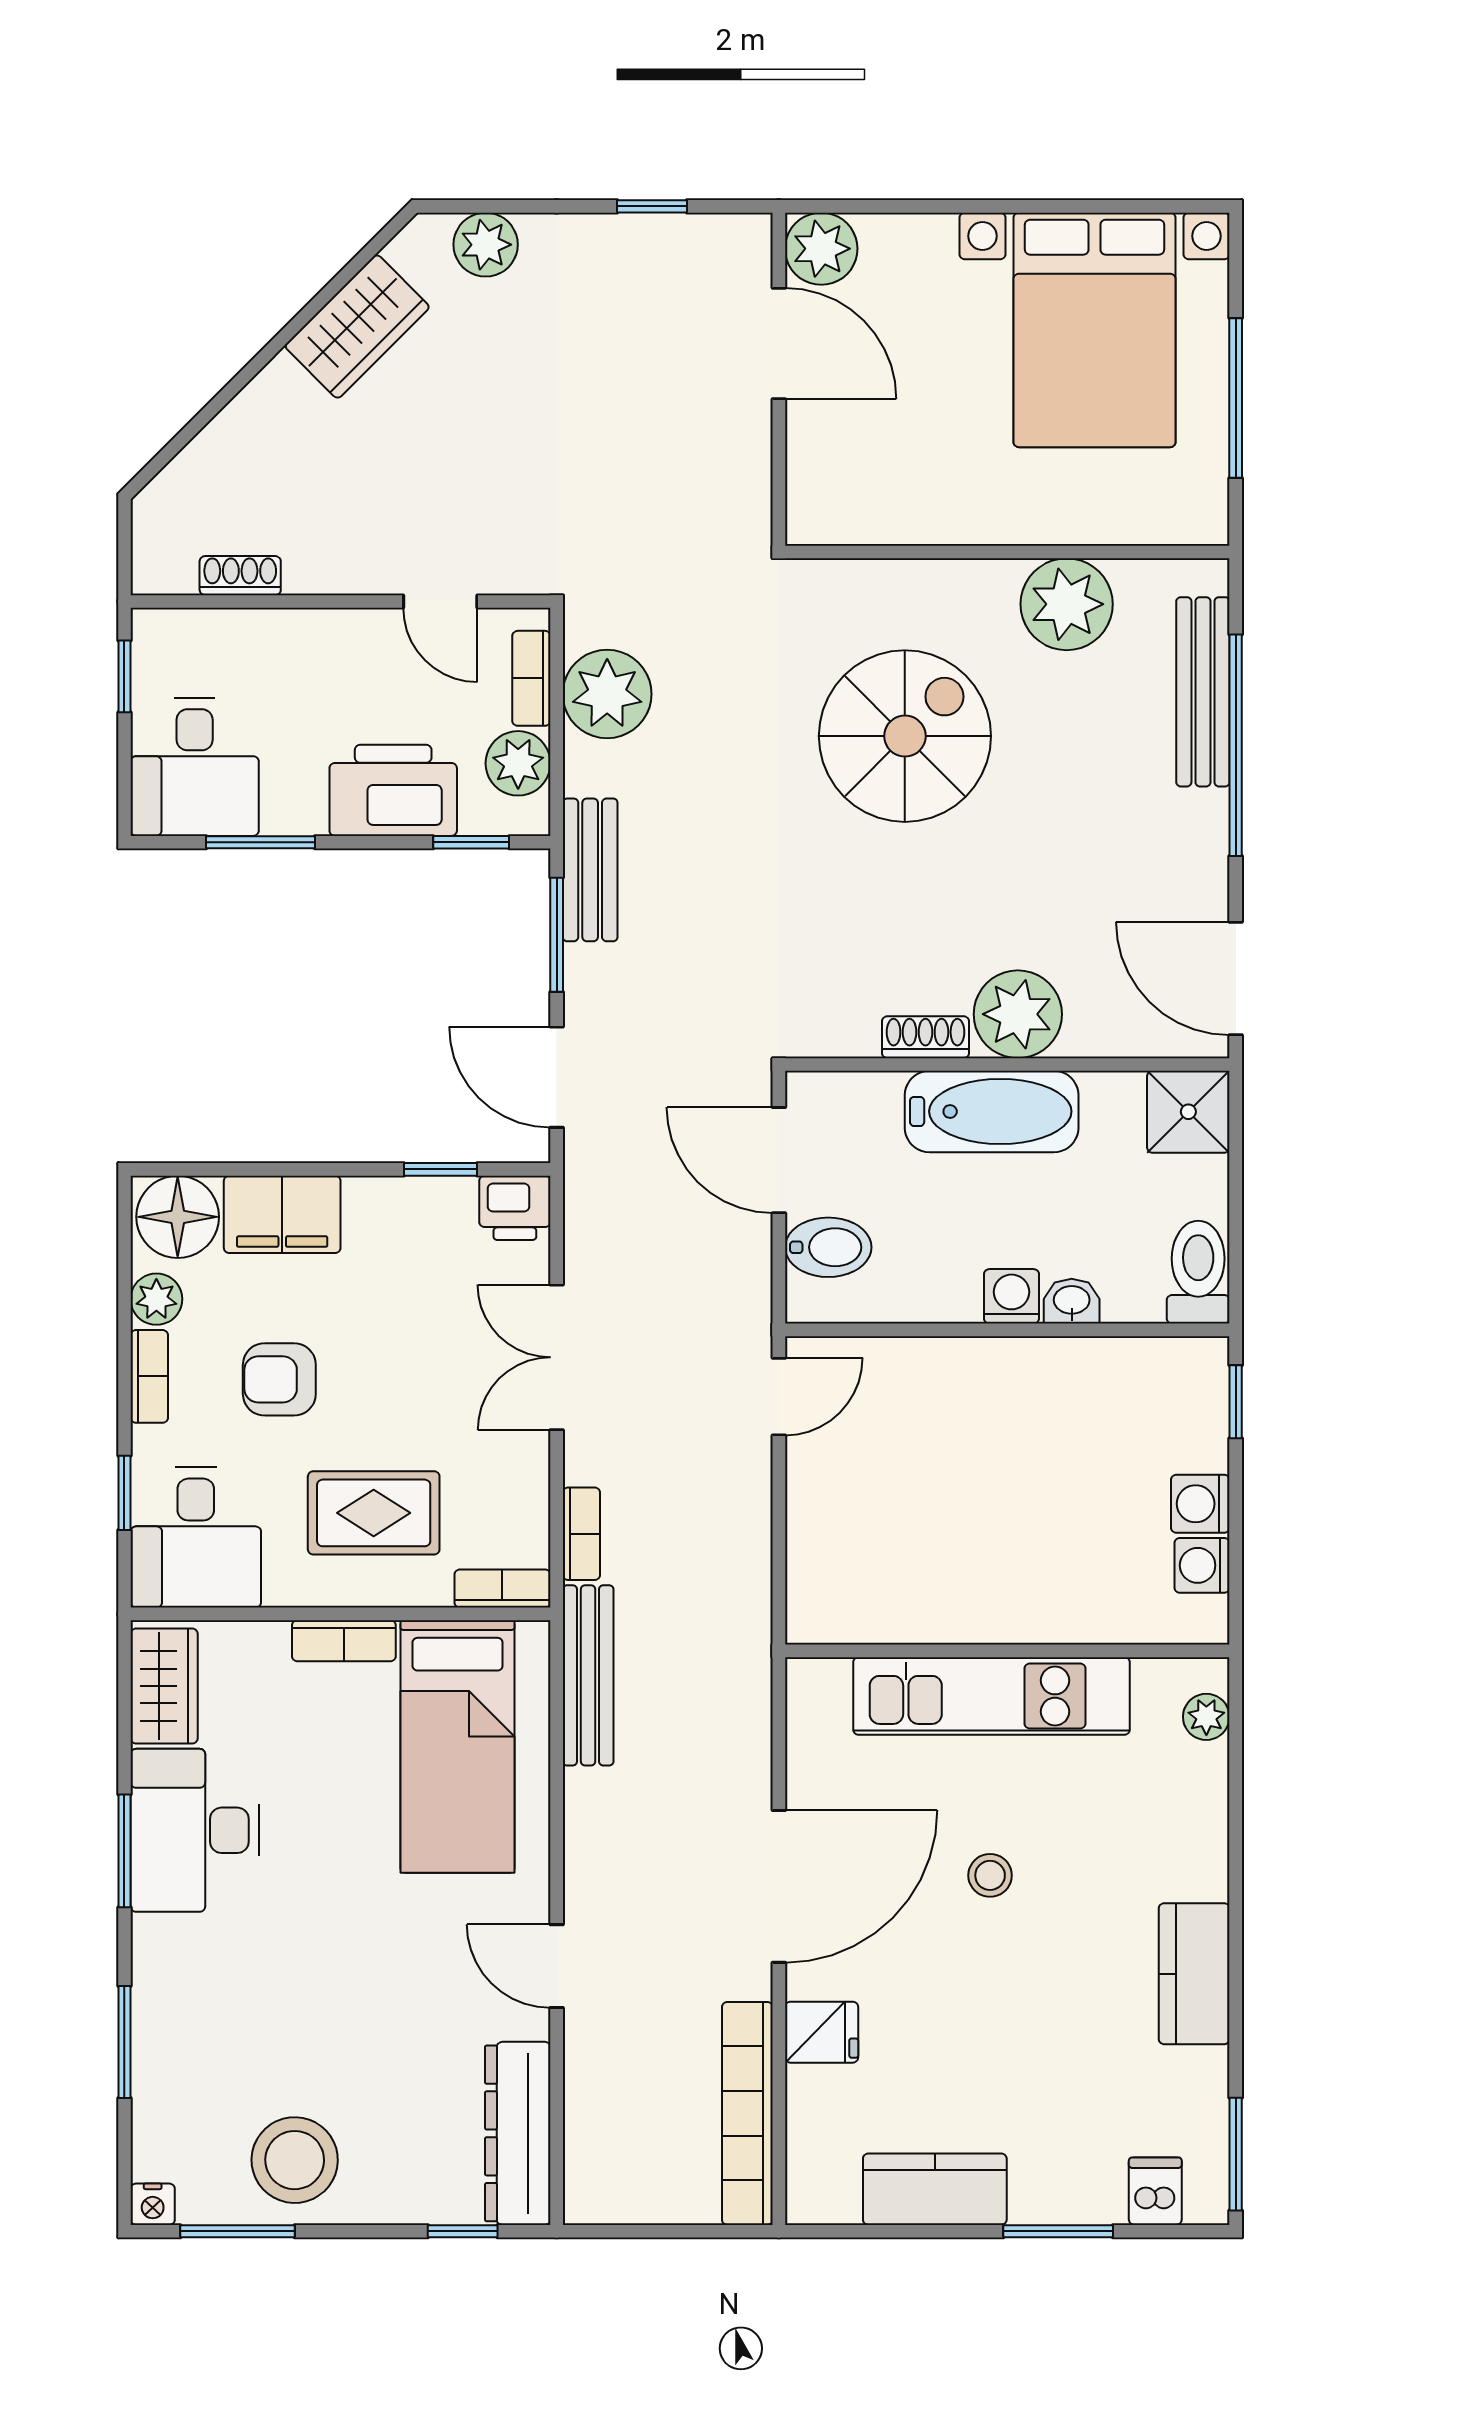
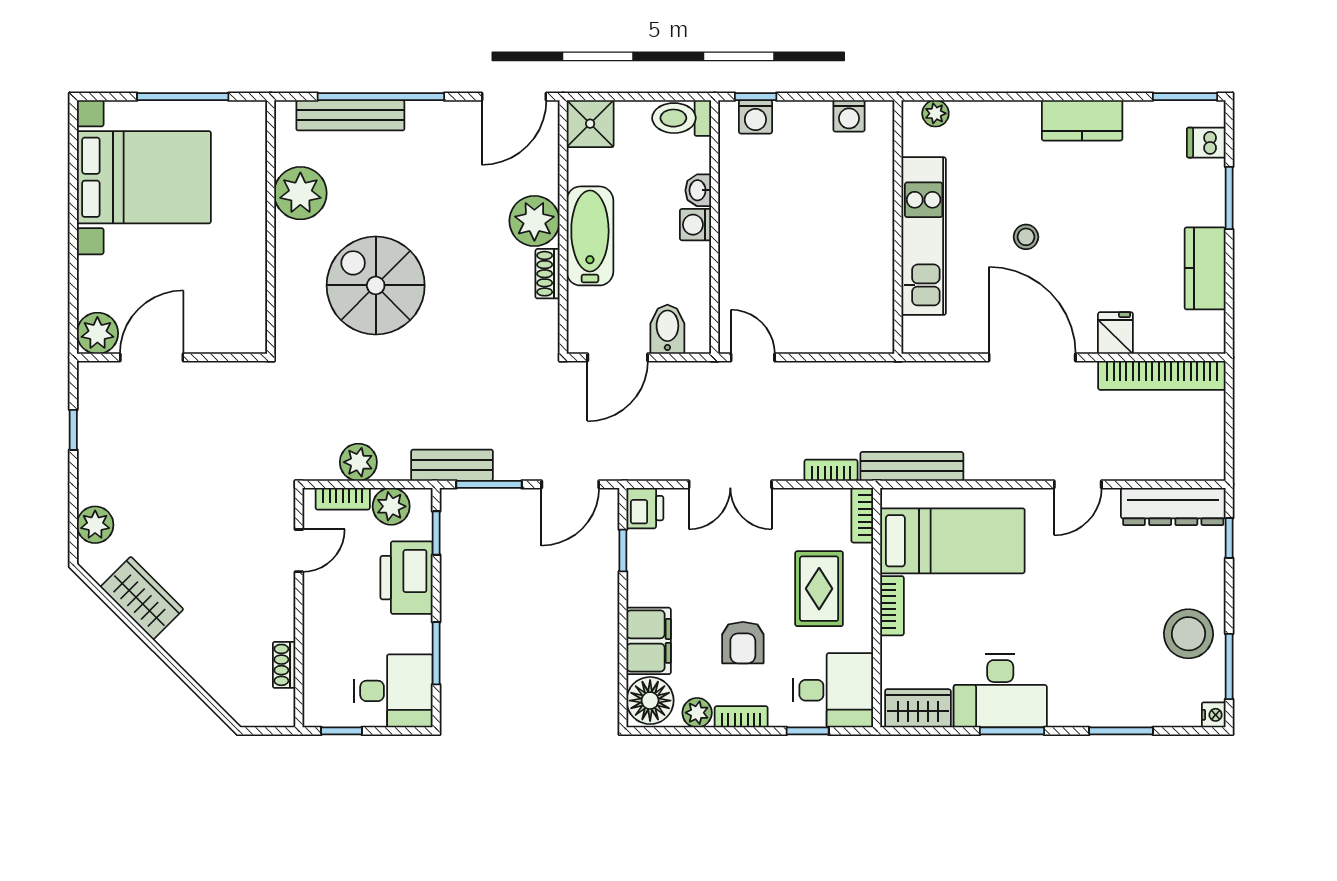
plant: (607, 694) -> (358, 462), width x0.73, depth x0.73
washing machine: (1200, 1504) -> (755, 117), moved

